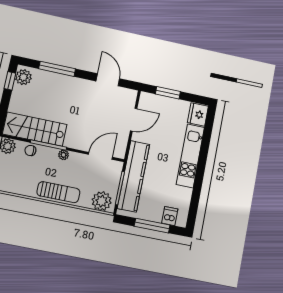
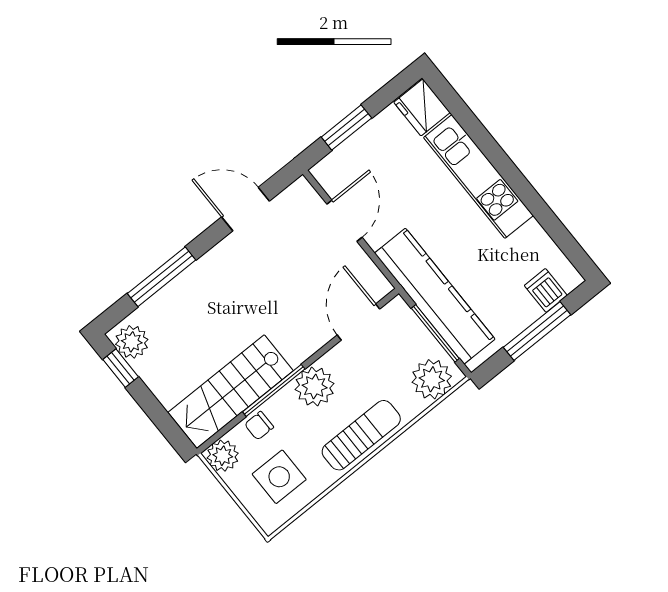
plant: (64, 155) -> (315, 387), width x1.88, depth x1.88
side table: (17, 174) -> (279, 477), added

